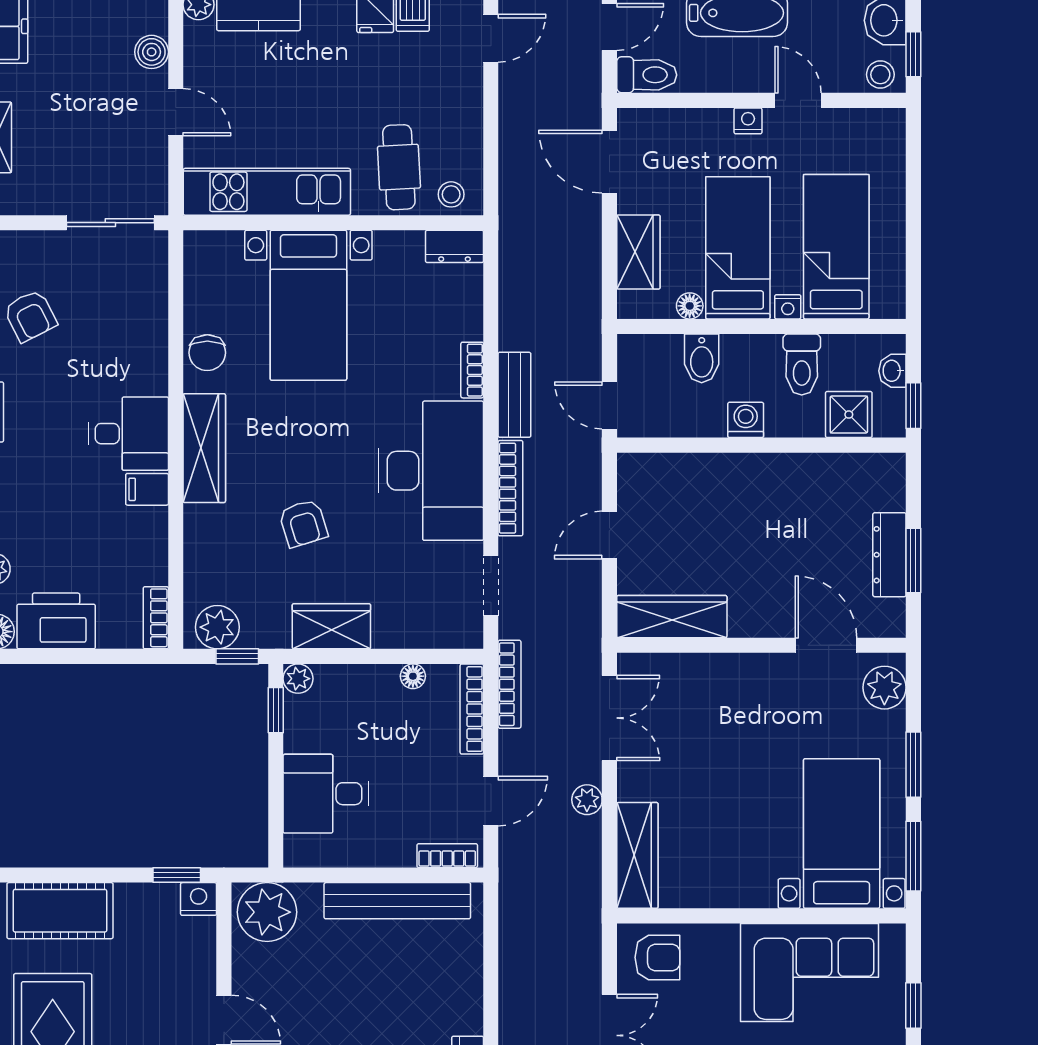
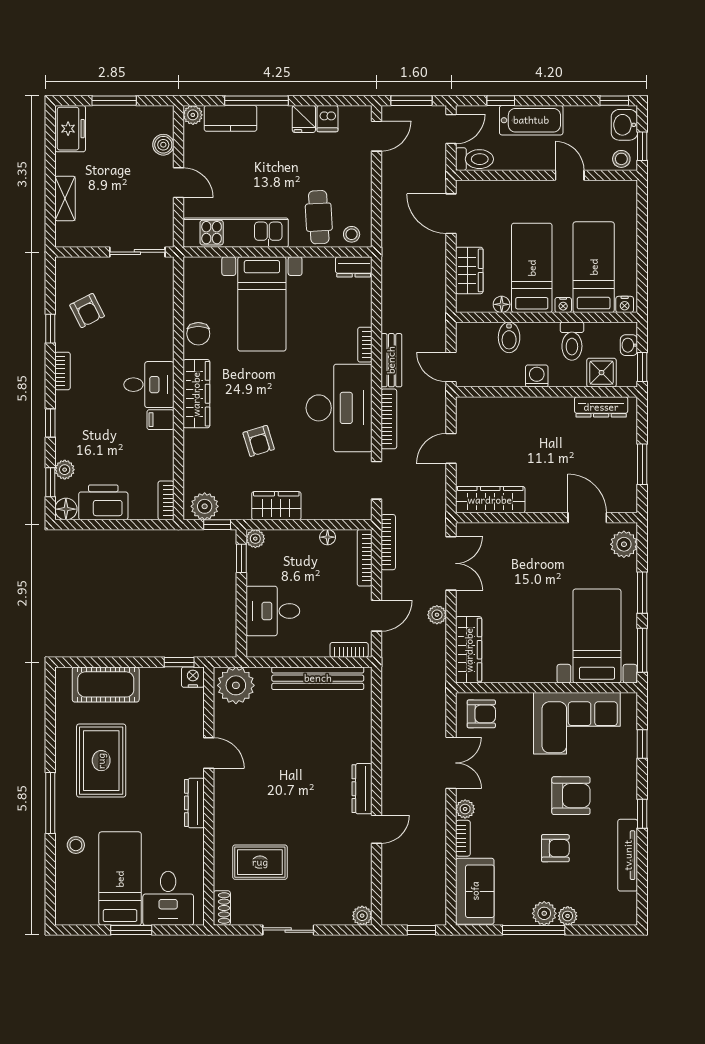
nightstand: (748, 121) -> (625, 304), moved, turned 180
dresser: (889, 555) -> (601, 407), moved, turned -90

